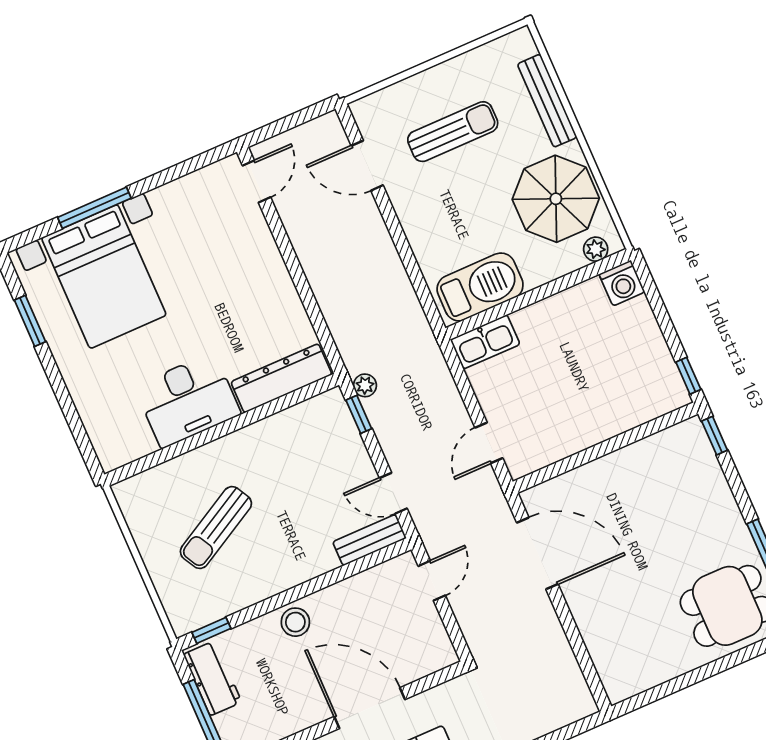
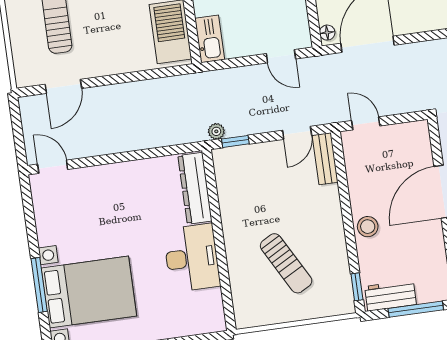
floor lamp: (538, 495) -> (327, 33), added

